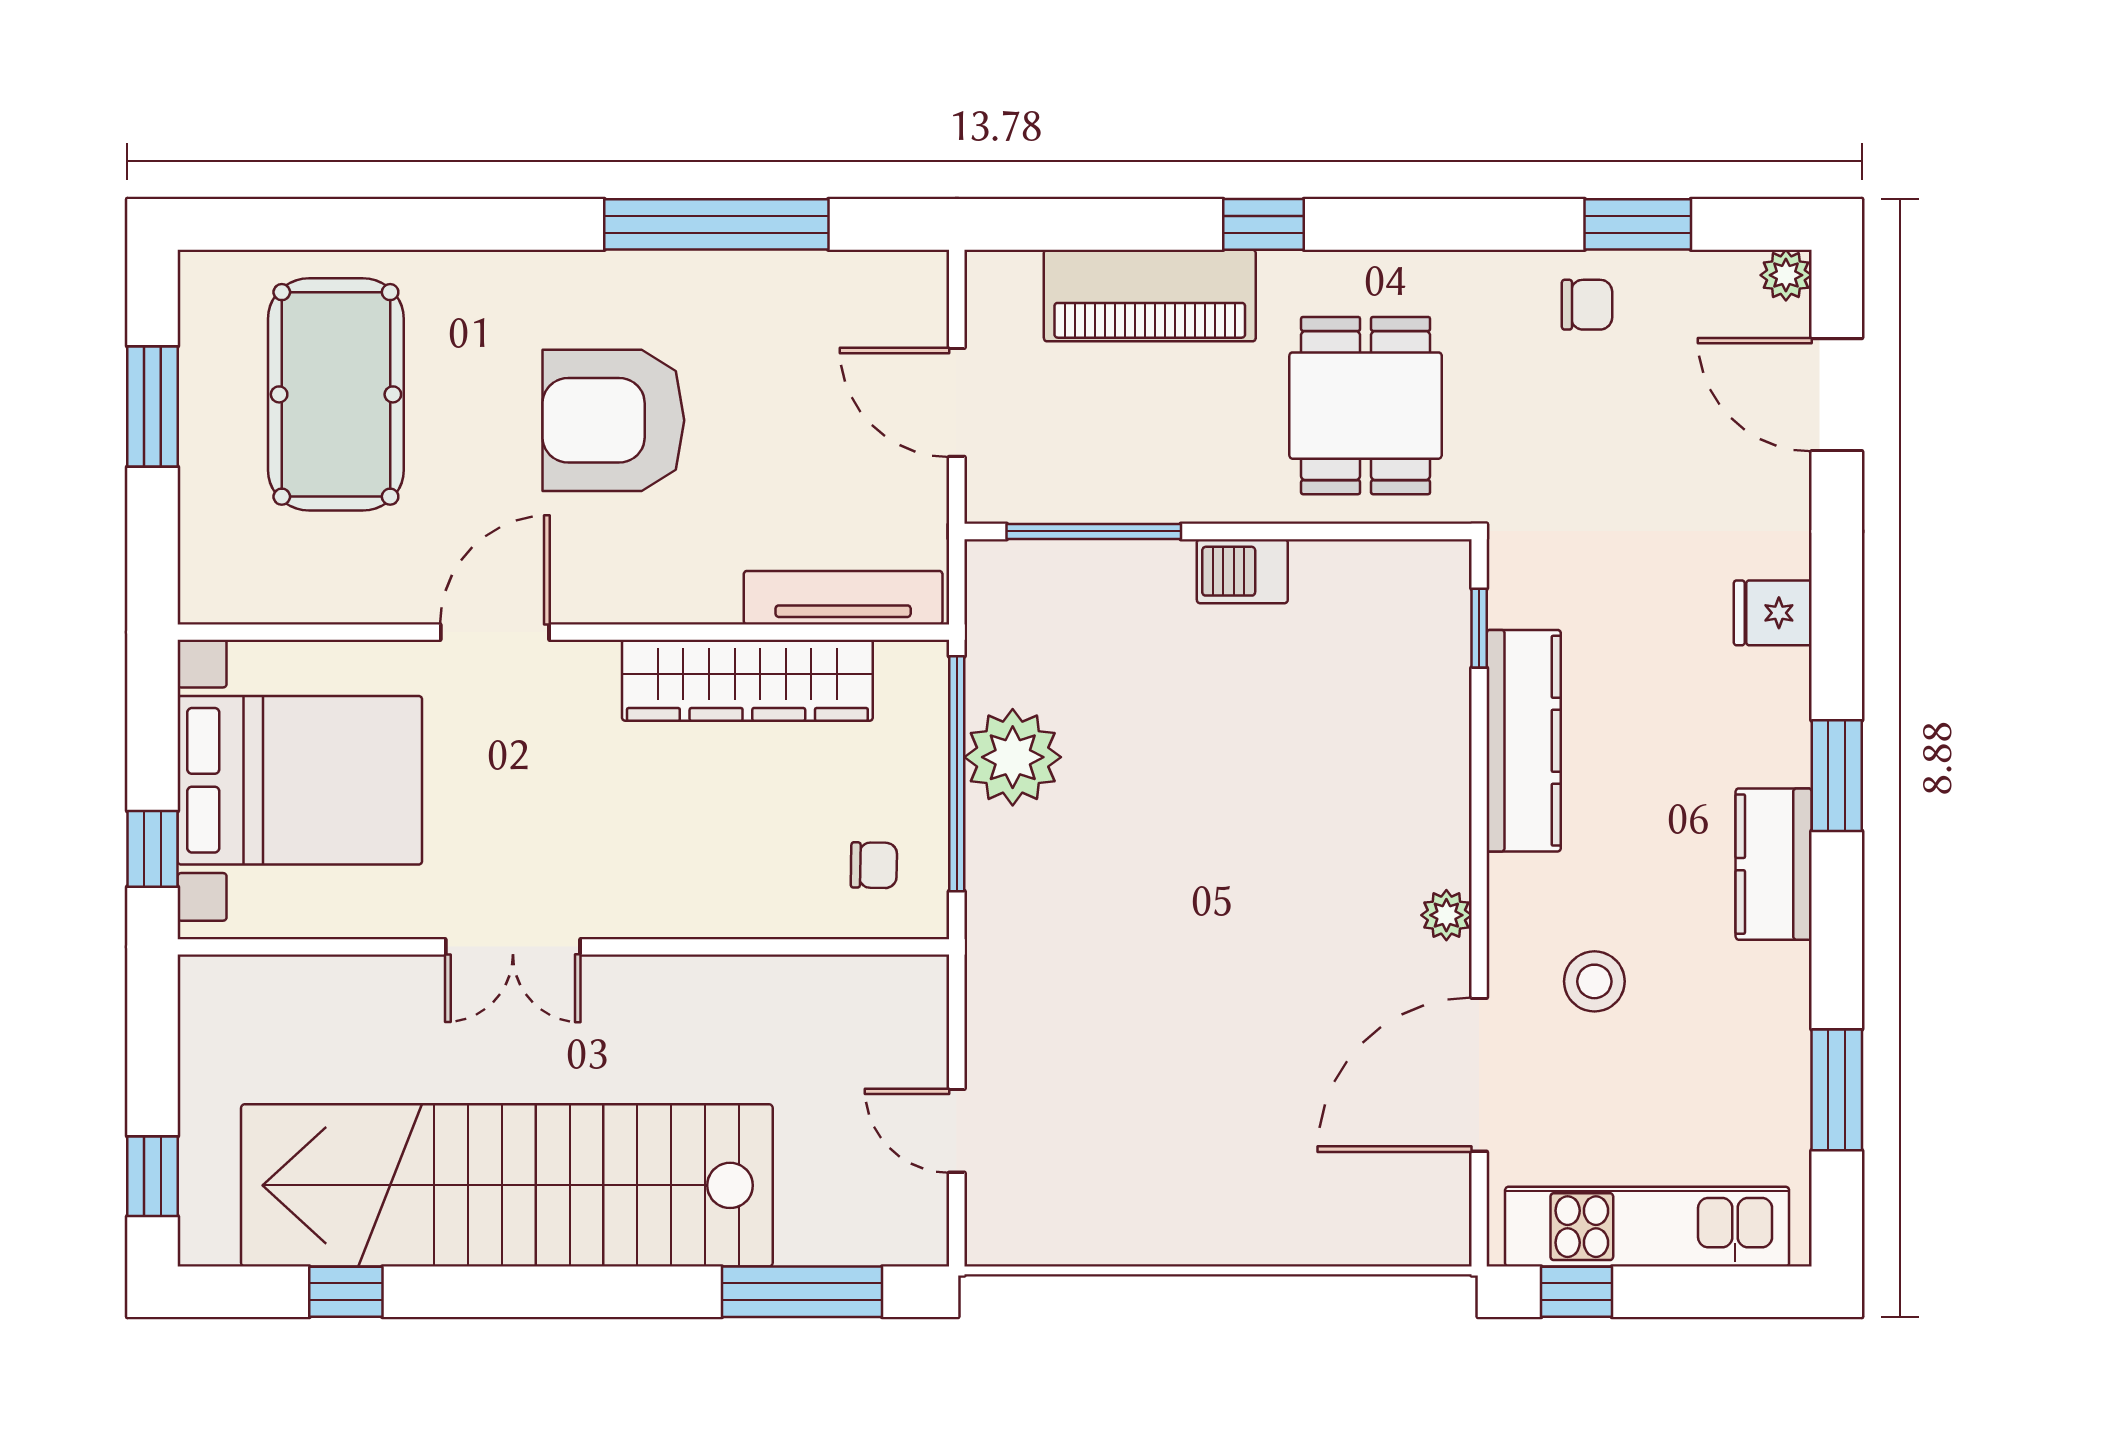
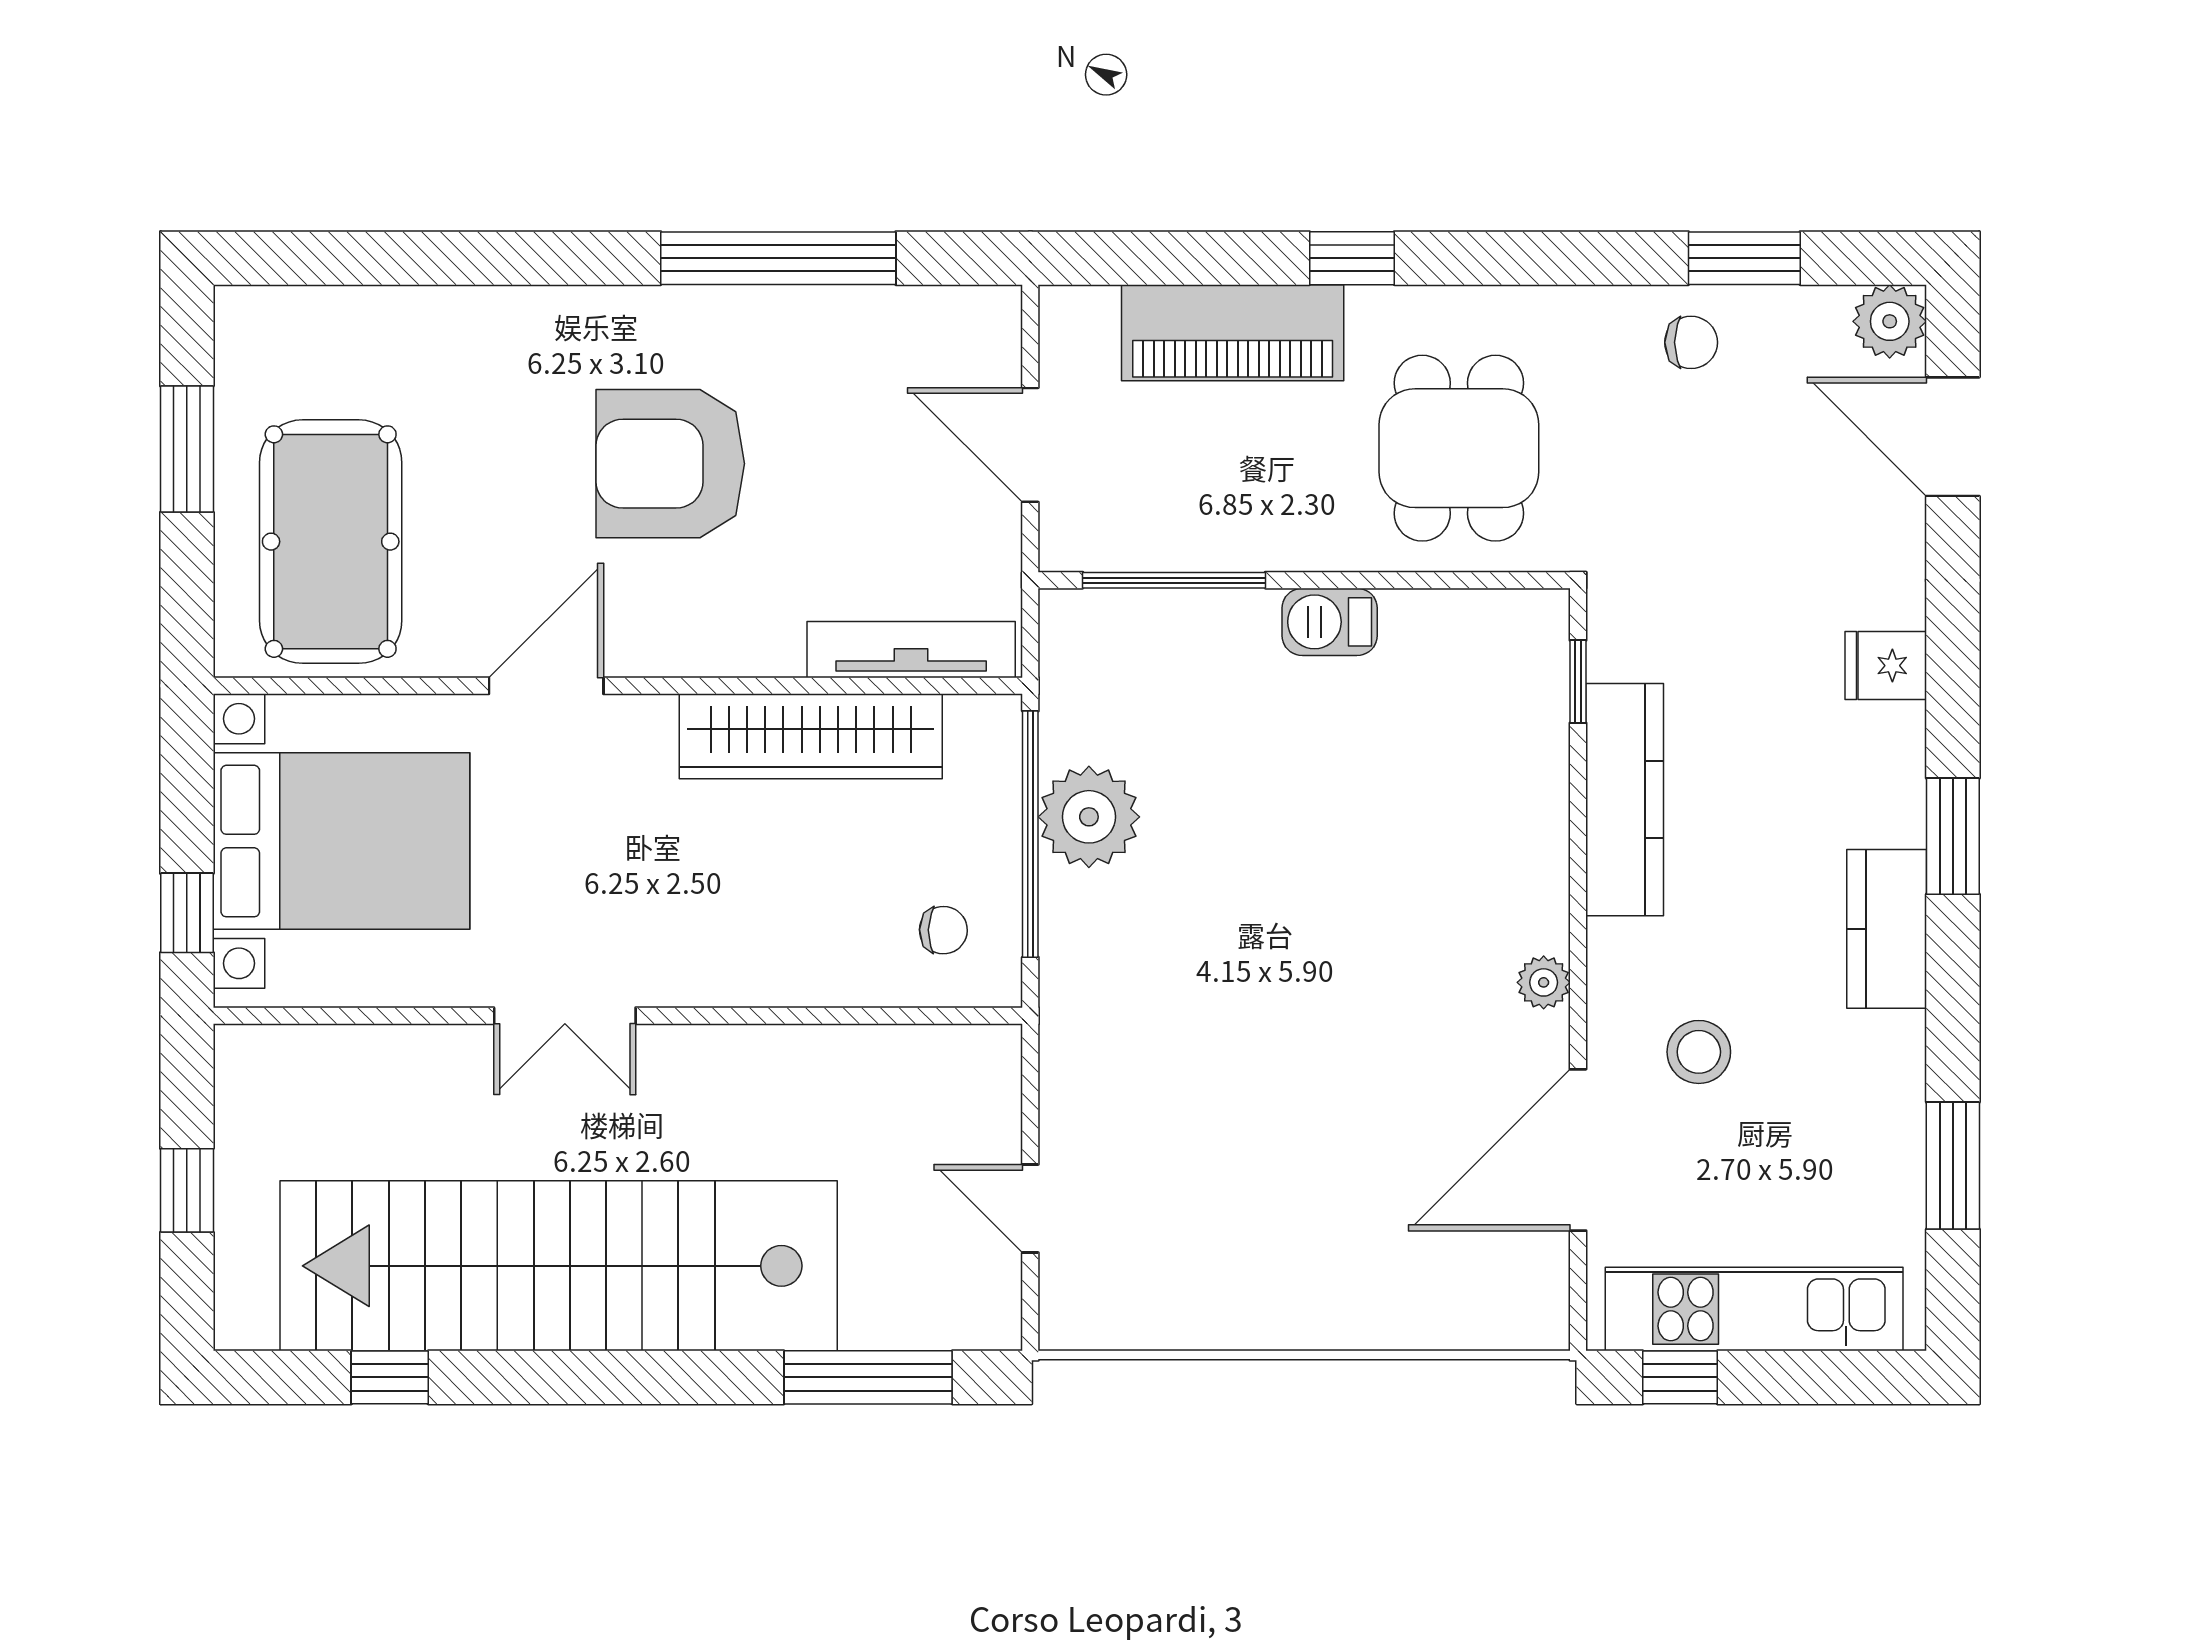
plant: (1786, 275) -> (1890, 321), width x1.38, depth x1.38
pool table: (336, 394) -> (331, 542), moved
window: (152, 1176) -> (187, 1190), moved

